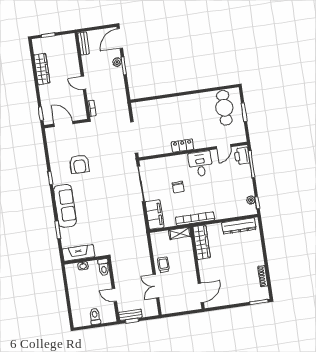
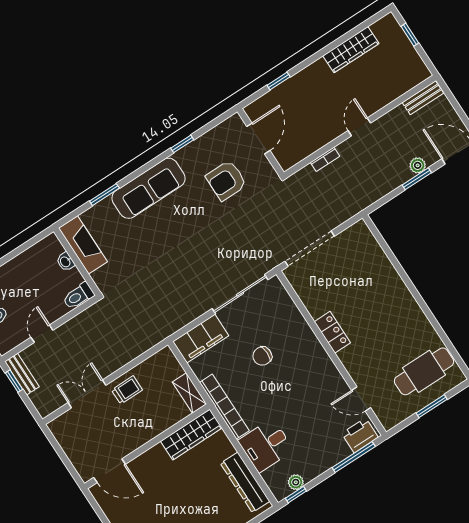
door: (63, 124) -> (258, 138), moved
wall: (66, 124) -> (261, 142), moved
desk: (200, 164) -> (266, 445), moved, turned 180

